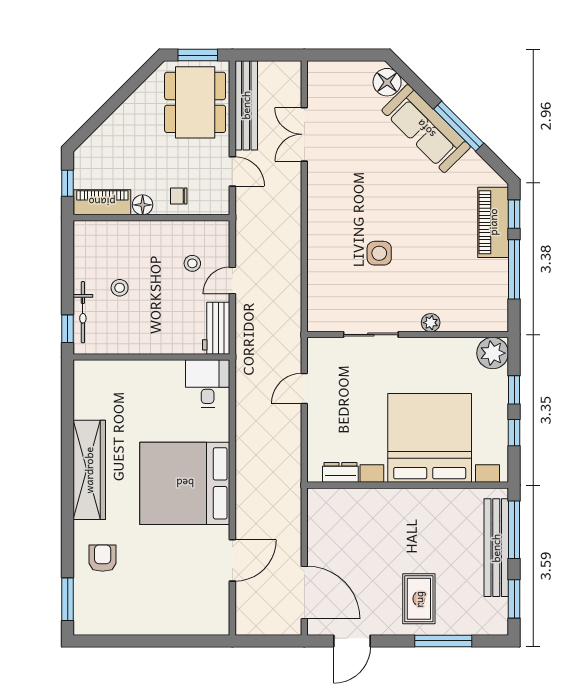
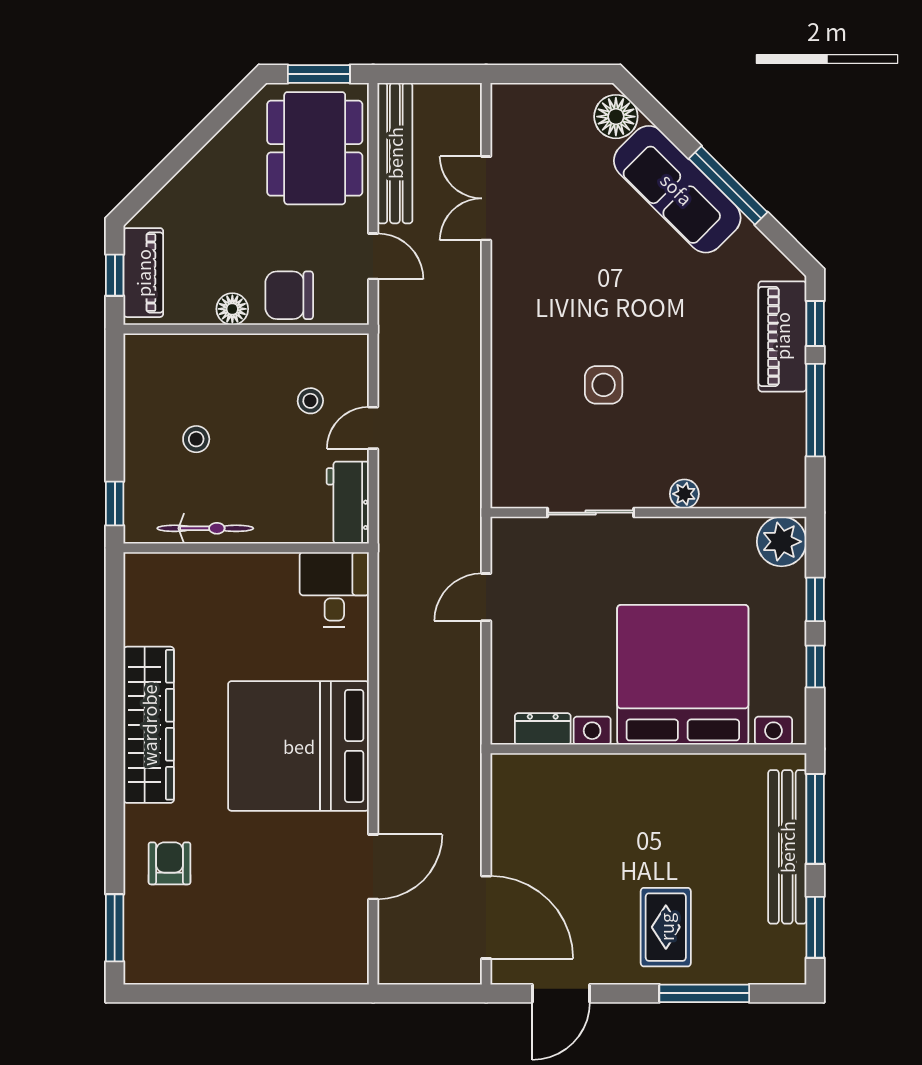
chair: (179, 196) -> (289, 295), width x1.87, depth x1.87
piano: (102, 202) -> (143, 273), moved, turned 90
bicycle: (83, 312) -> (205, 528), moved, turned -90

